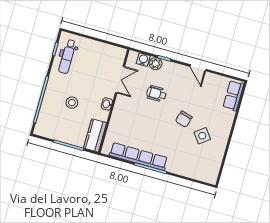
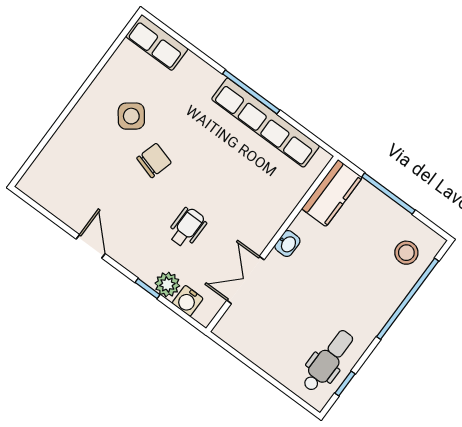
wheelchair: (156, 94) -> (187, 228), turned -90
row of seats: (233, 95) -> (157, 43), moved, turned 90
stool: (72, 103) -> (406, 253), moved

